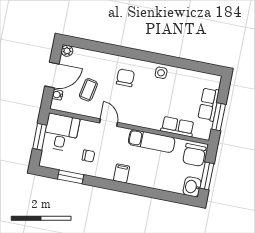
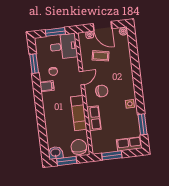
window: (192, 65) -> (143, 124), added
chair: (125, 78) -> (102, 91), moved
row of seats: (209, 104) -> (129, 144), moved
row of seats: (178, 127) -> (94, 118), moved
chair: (194, 155) -> (79, 147), turned 90
filing cabinet: (121, 173) -> (47, 86), moved

